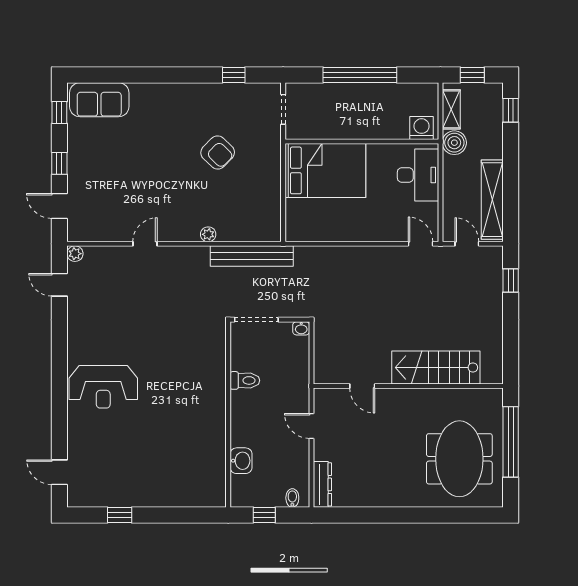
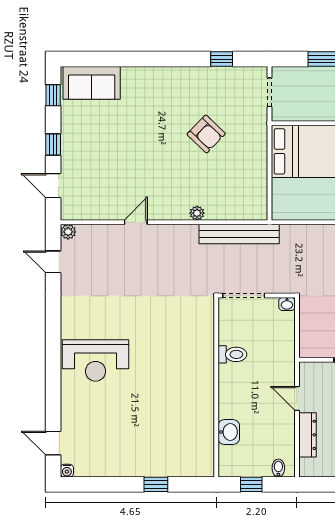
dresser: (322, 484) -> (307, 435), moved
water cooler: (74, 501) -> (67, 471), added
window: (120, 515) -> (156, 484), moved

